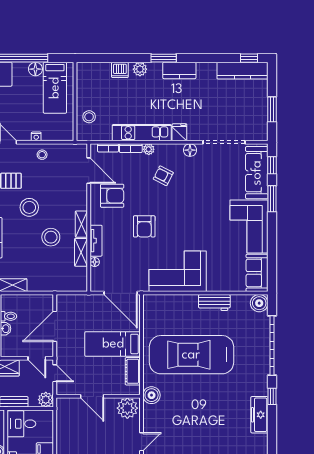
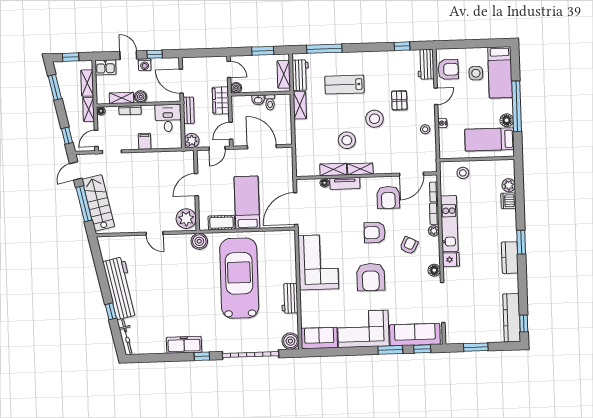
plant: (140, 69) -> (509, 185), moved
armchair: (195, 217) -> (371, 277), added
armchair: (144, 226) -> (375, 233), moved

